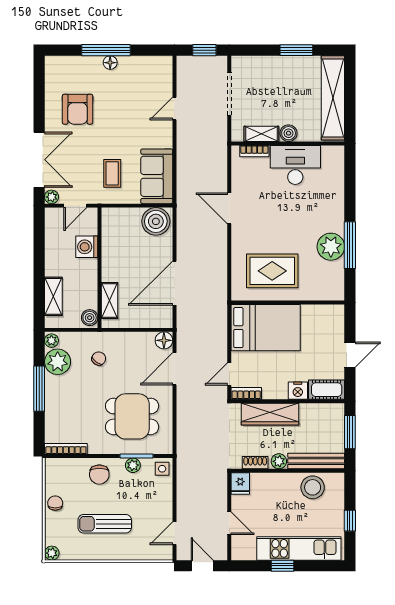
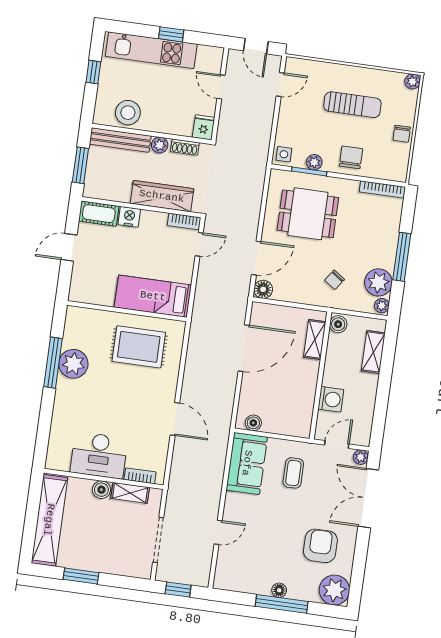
plant: (59, 70) -> (334, 590), added
boiler: (156, 221) -> (253, 423), width x0.54, depth x0.54
bed: (266, 328) -> (153, 296), width x0.67

